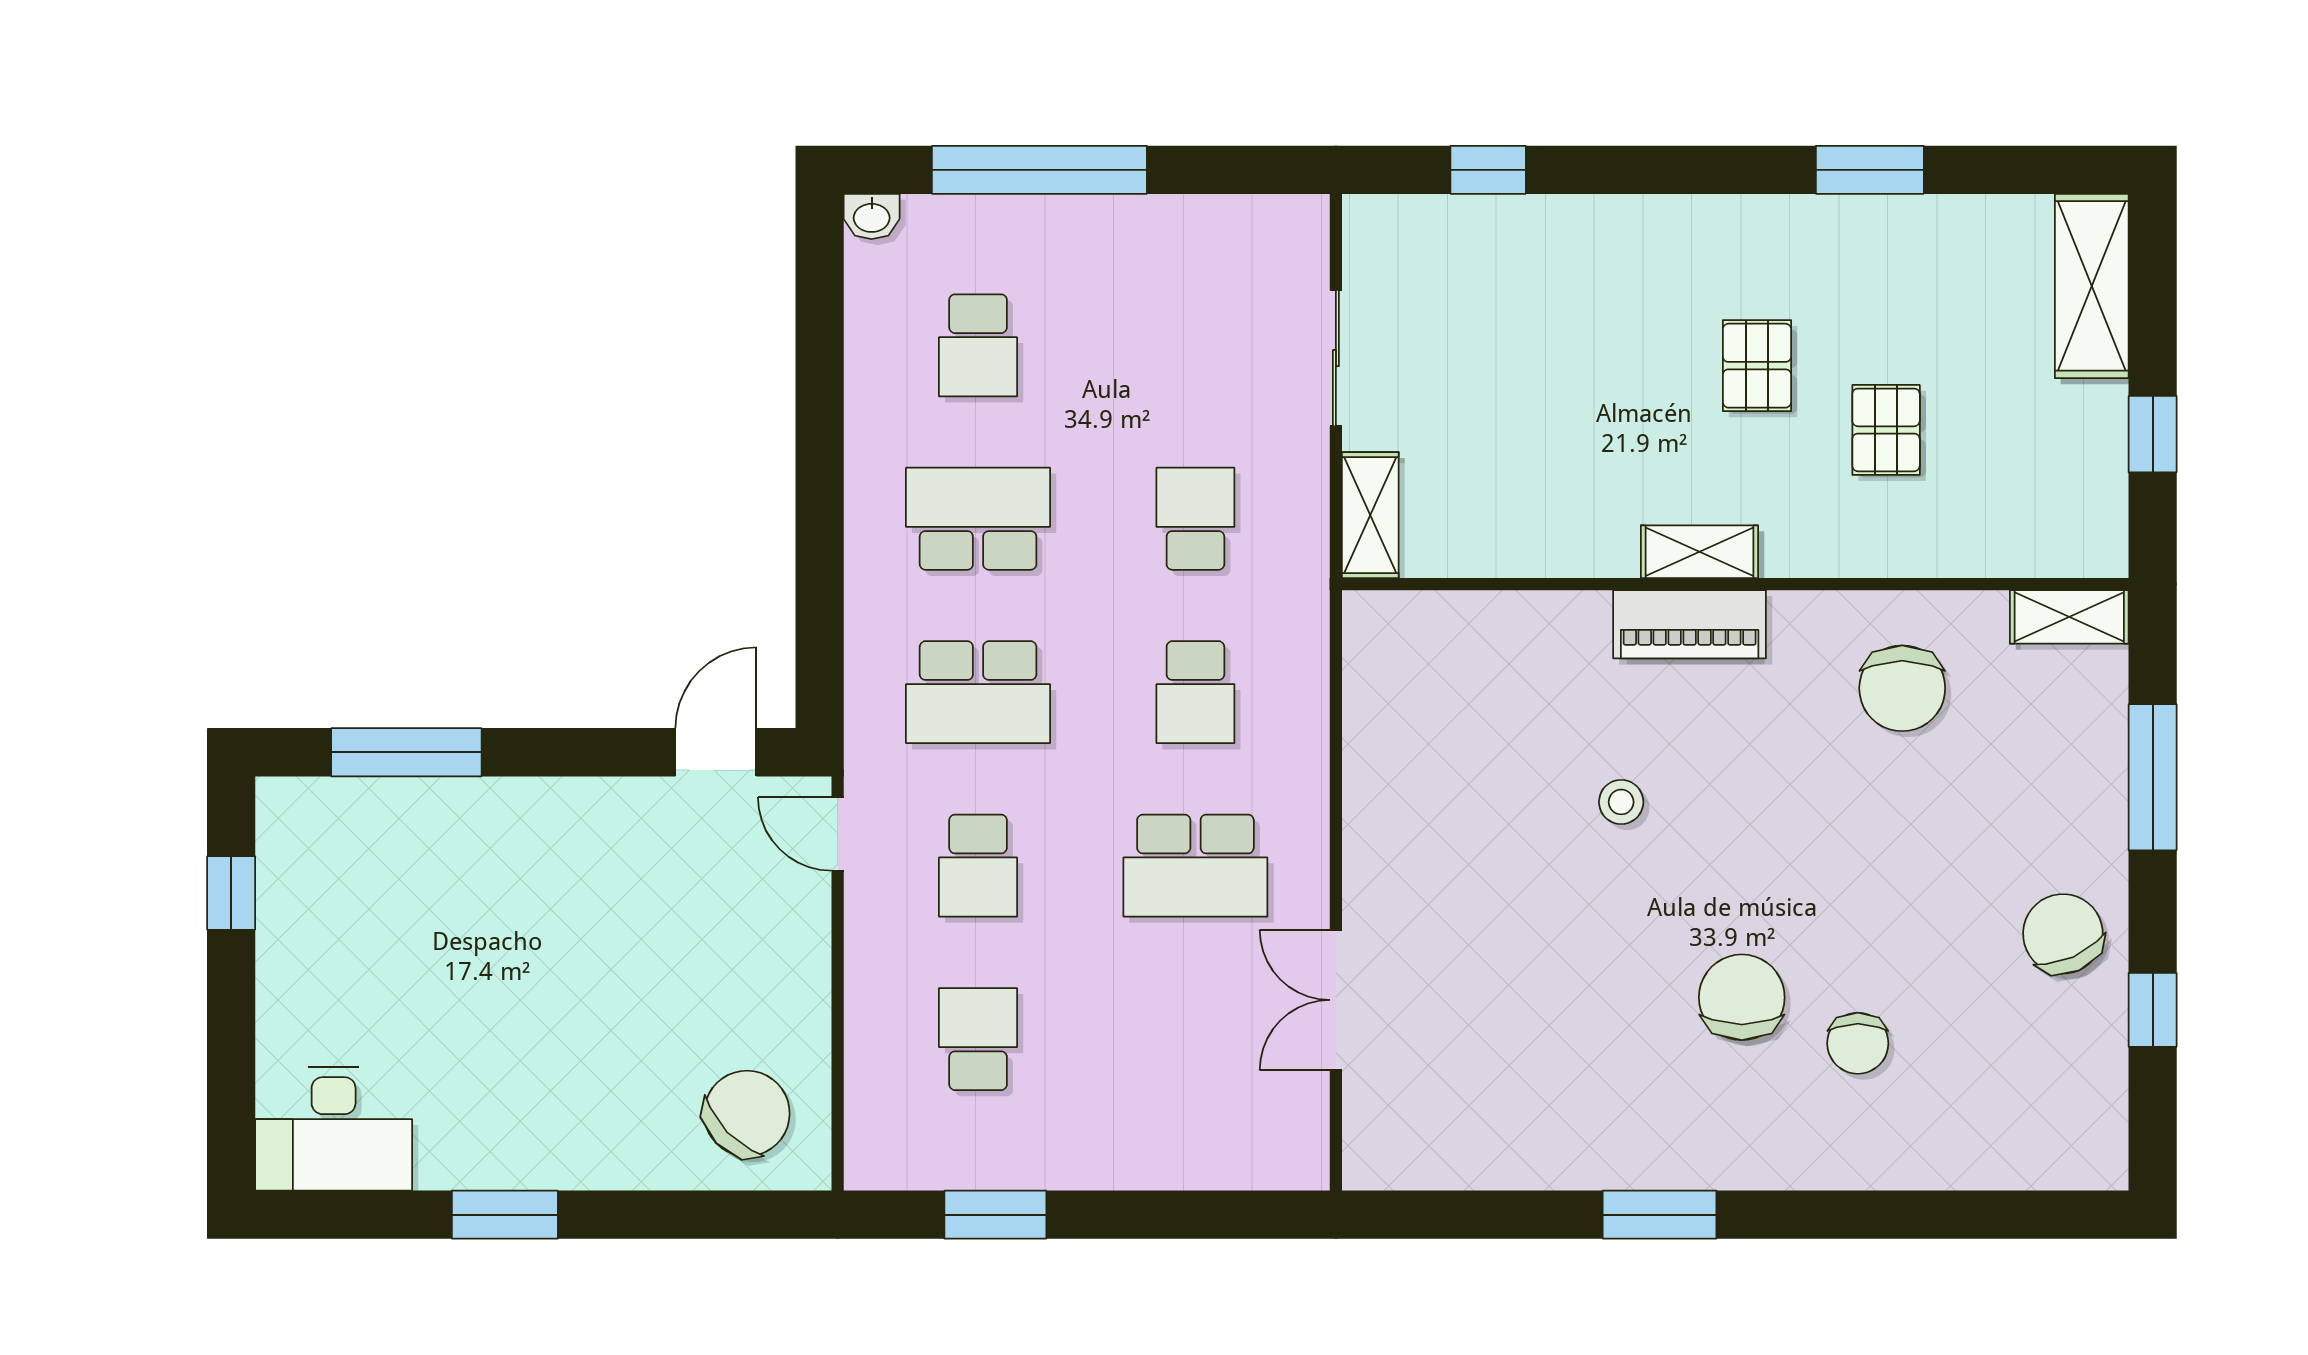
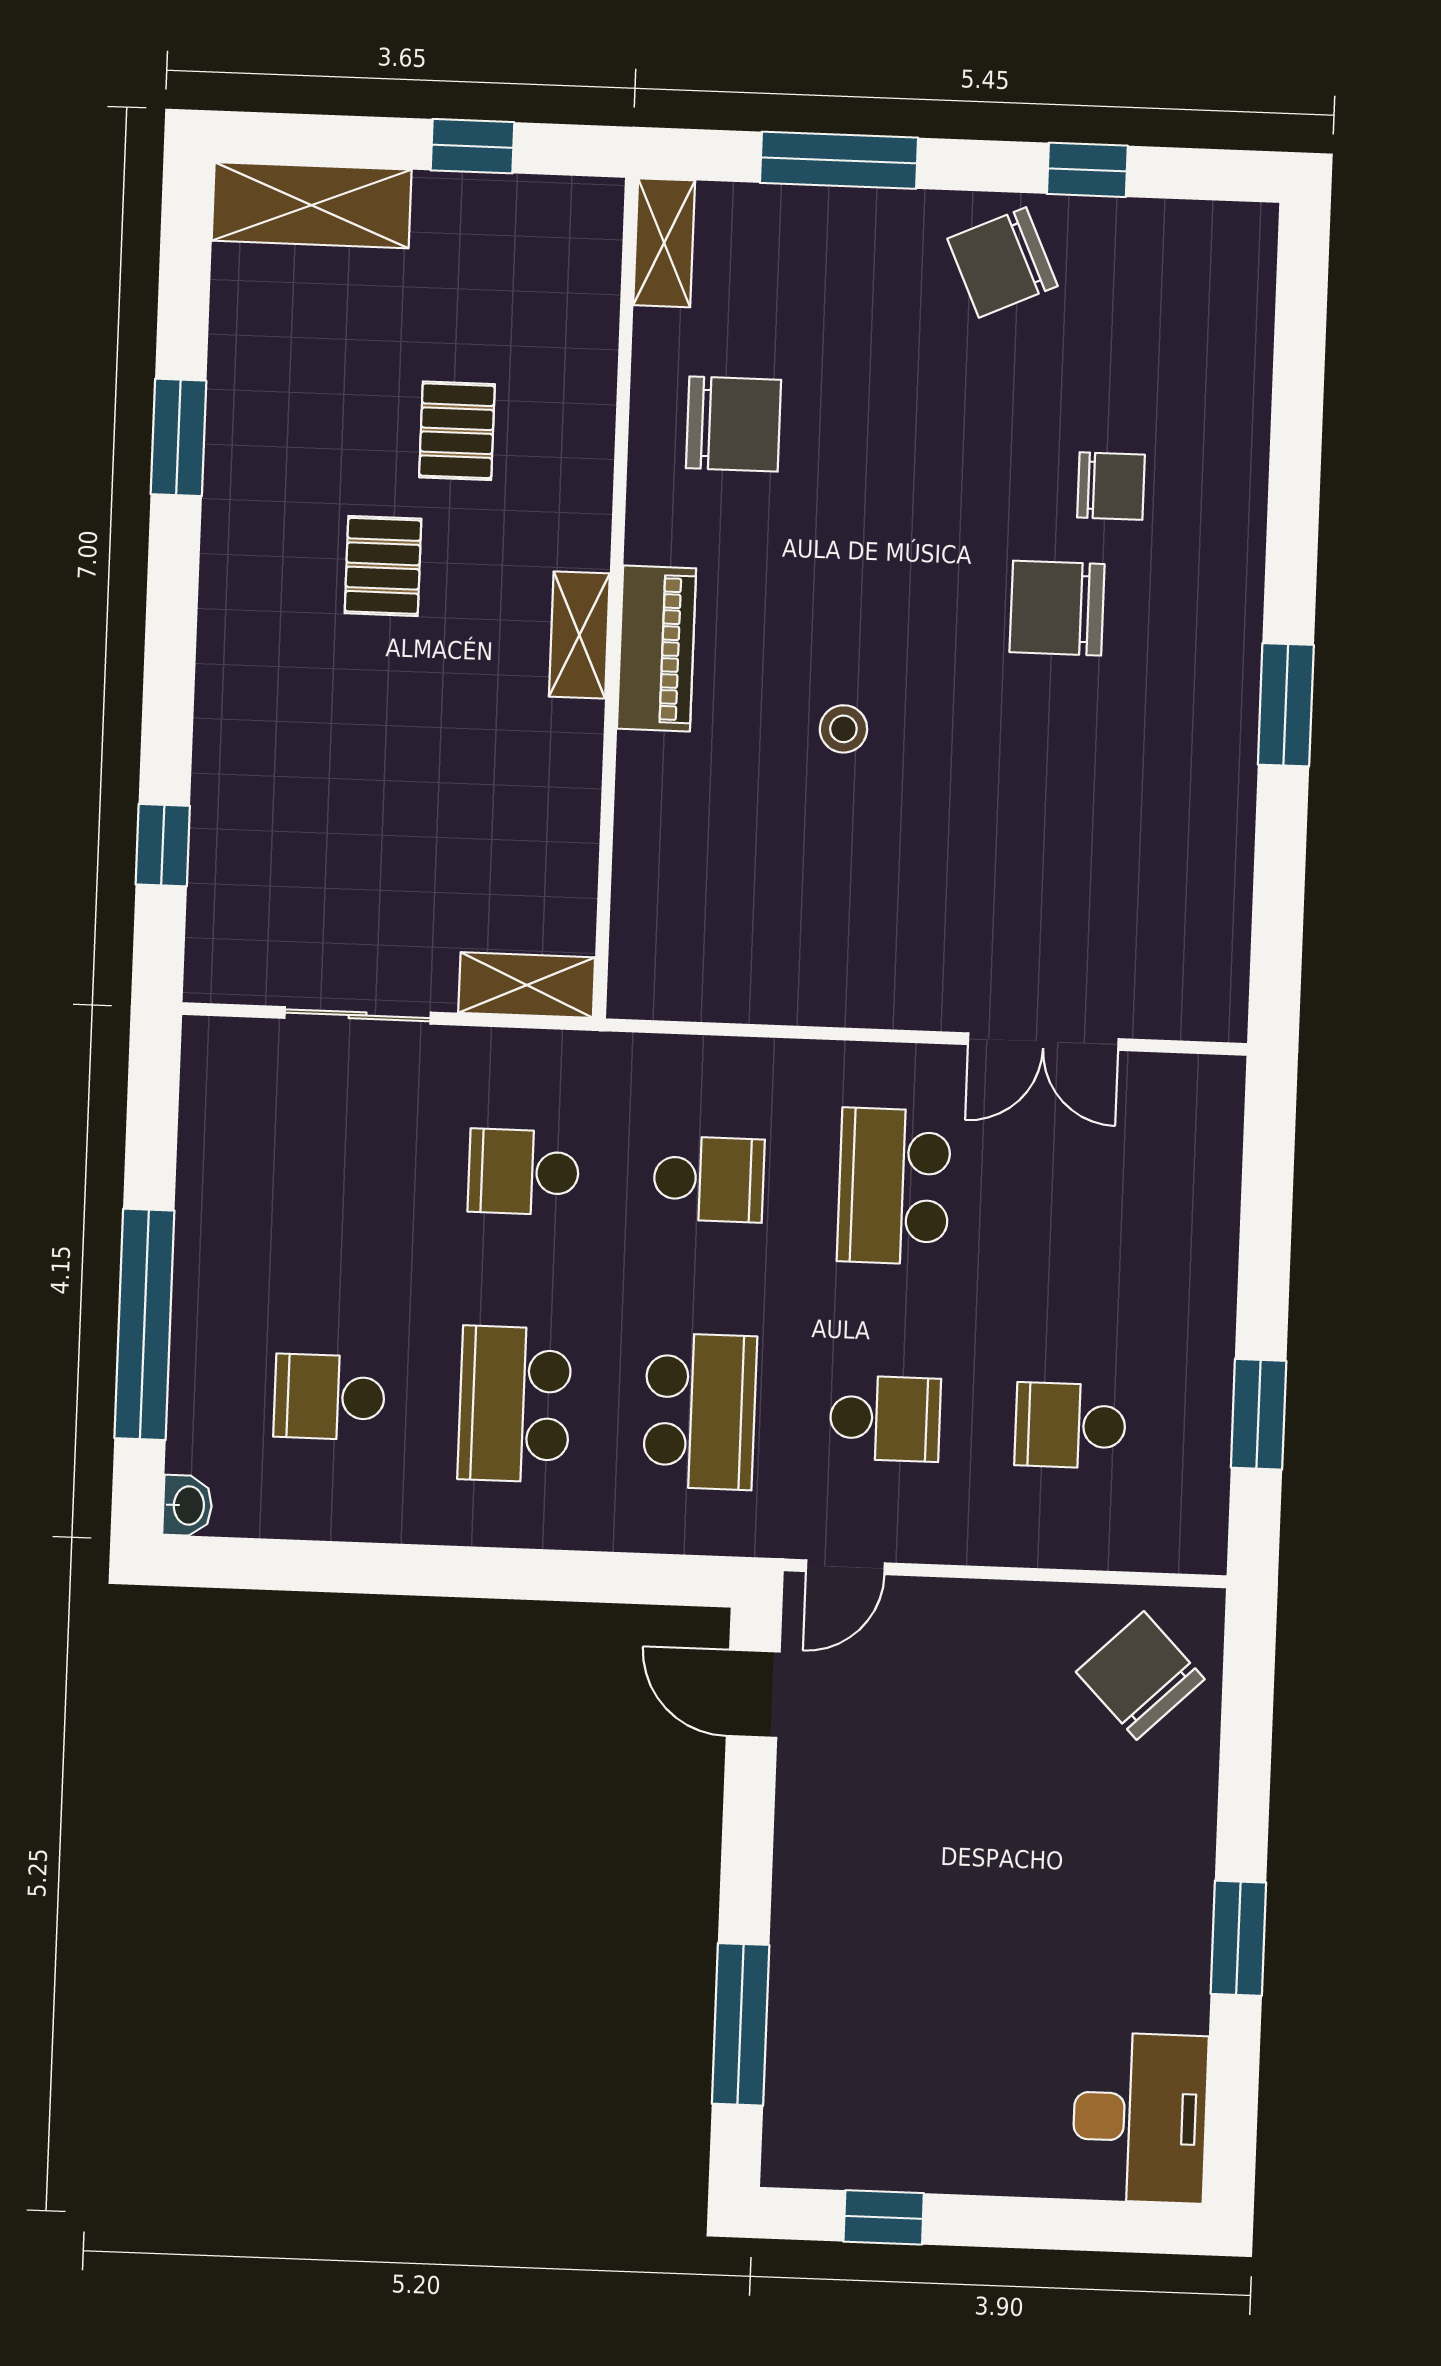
school desk: (978, 345) -> (329, 1397), turned 180
pallet: (1757, 366) -> (383, 566), turned 90
pallet: (1886, 430) -> (457, 431), turned 90
school desk: (1195, 866) -> (894, 1186), turned 180

